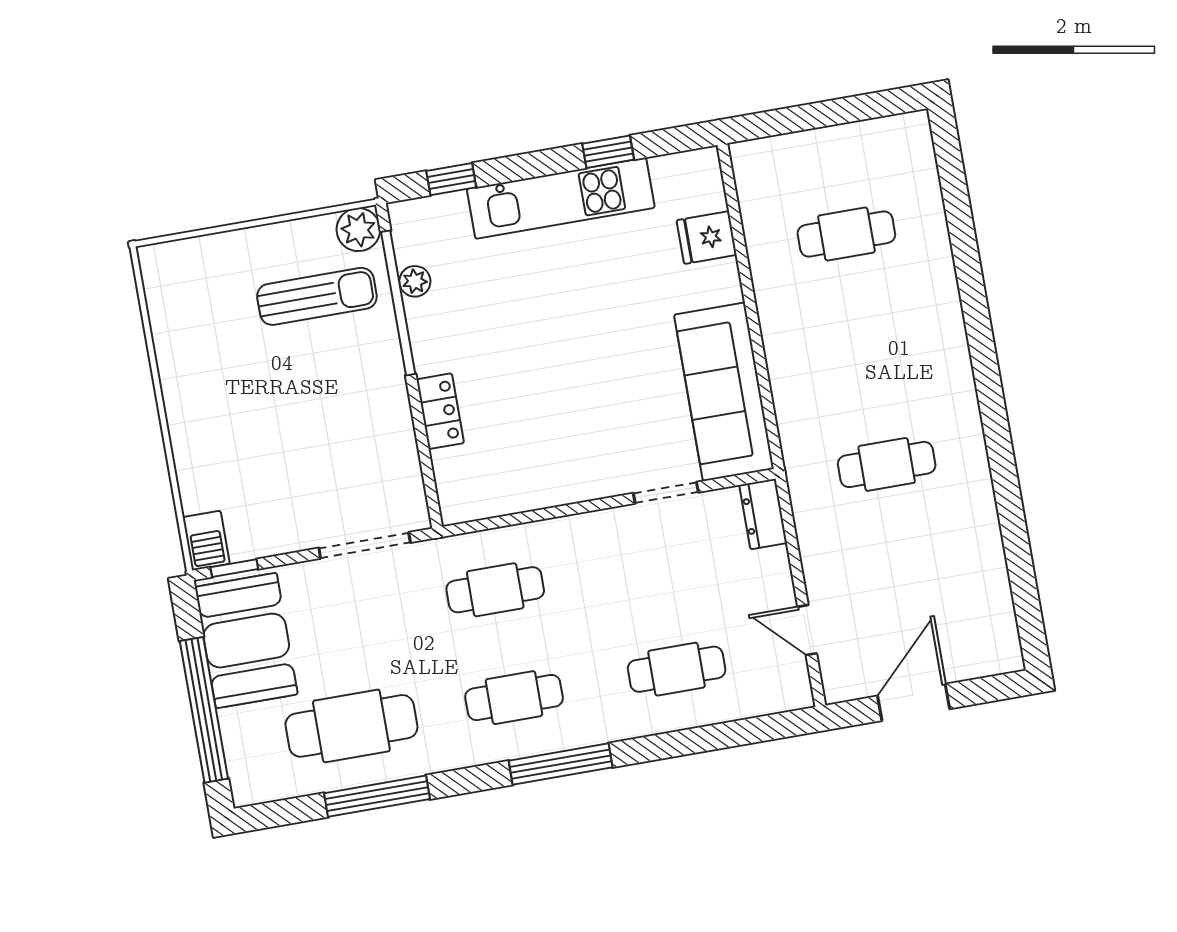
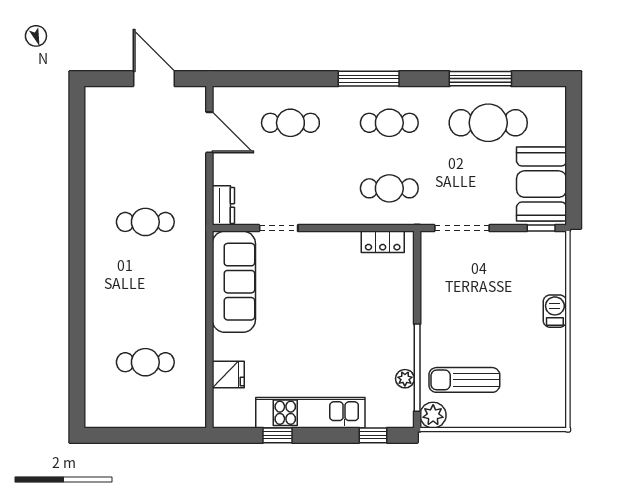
locker: (440, 411) -> (383, 242), moved, turned -90
barbecue: (206, 541) -> (555, 311), moved
door: (807, 630) -> (209, 132), width x1.38
door: (914, 702) -> (154, 79), swing flipped
window: (204, 710) -> (574, 147), removed

